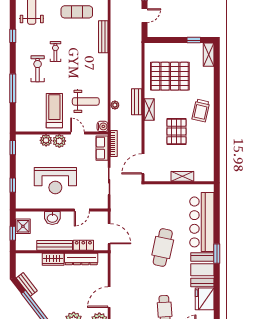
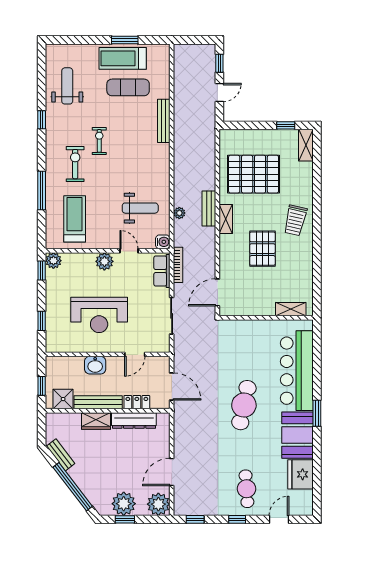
treadmill: (54, 111) -> (75, 219), moved
plant: (46, 140) -> (53, 261), moved
shelving: (182, 176) -> (291, 309), moved
shower: (23, 226) -> (63, 399), moved

